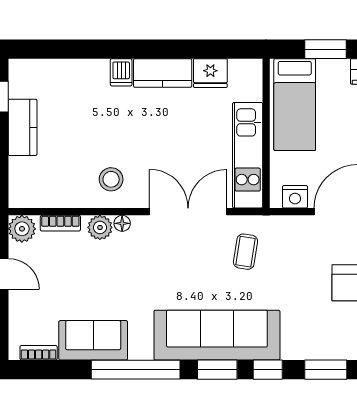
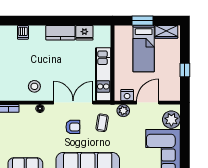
dishwasher: (121, 72) -> (23, 32), moved
bed: (295, 105) -> (144, 49), moved
plant: (100, 227) -> (123, 111), moved
armchair: (187, 260) -> (73, 127), added

